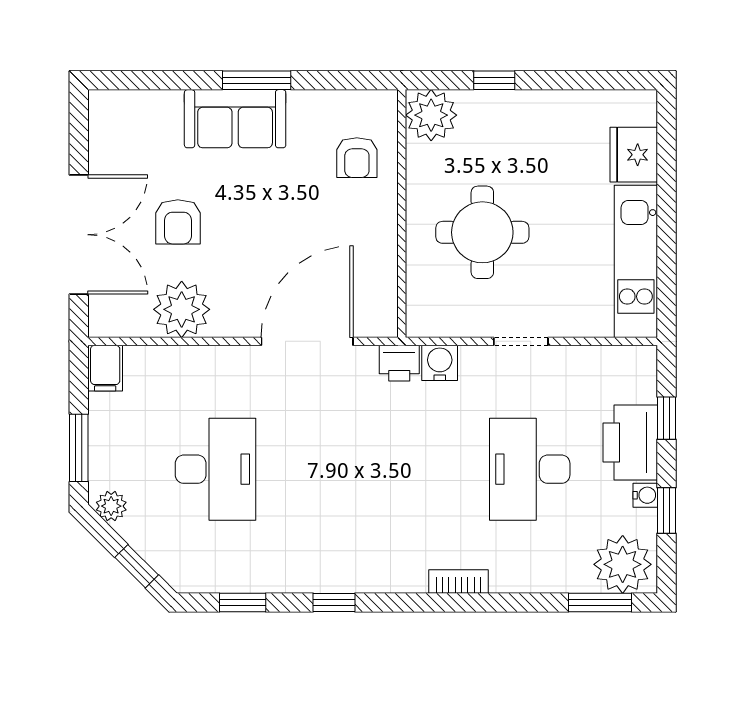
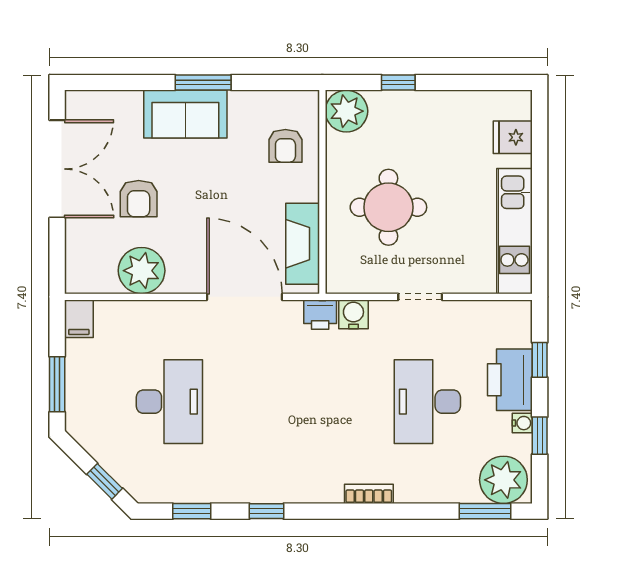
fridge: (634, 155) -> (513, 137), width x0.72
double door: (79, 235) -> (57, 169), moved
fireplace: (378, 277) -> (303, 244), added
door: (307, 341) -> (245, 297), hinge flipped
plant: (111, 506) -> (84, 432), removed

